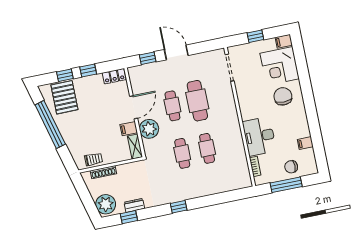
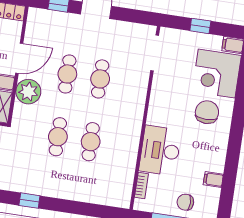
cafe table: (197, 101) -> (100, 79), width x0.73, depth x0.74

